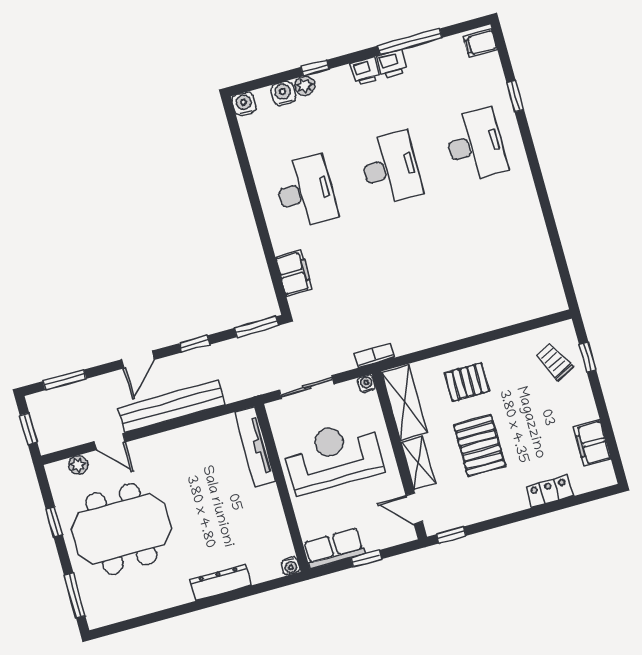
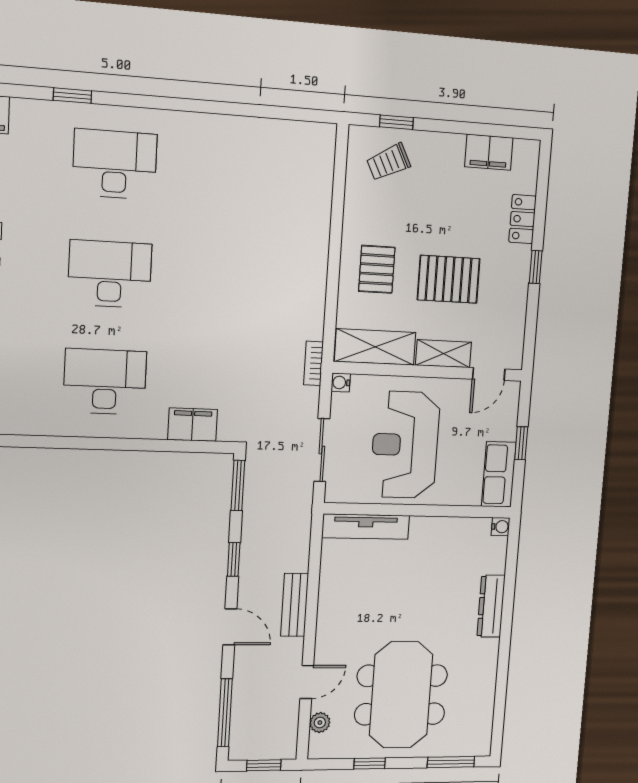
window: (64, 380) -> (225, 713), width x1.44
bench: (171, 406) -> (295, 605), width x0.54, depth x0.82
window: (451, 535) -> (536, 267), moved

